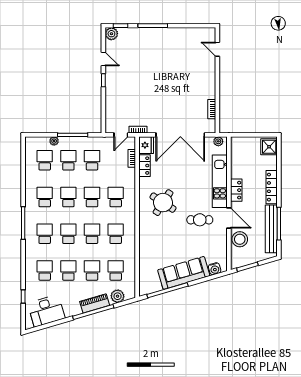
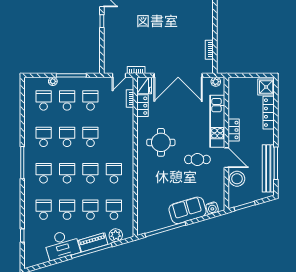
locker: (272, 187) -> (269, 113), moved
school desk: (116, 197) -> (114, 137), removed
round table: (163, 203) -> (161, 142), turned -33
sofa: (184, 273) -> (188, 210), width x0.73
desk: (46, 311) -> (62, 245), moved

